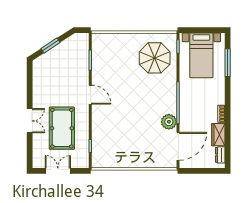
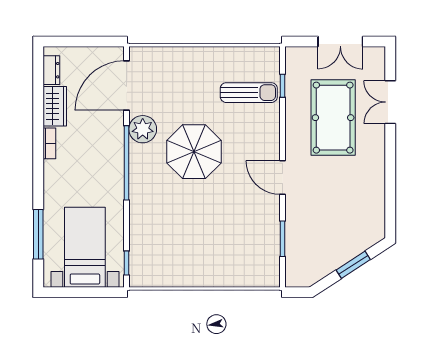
parasol: (155, 58) -> (194, 152), moved
double door: (30, 121) -> (390, 102), moved
sun lounger: (109, 142) -> (249, 93), added

